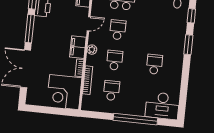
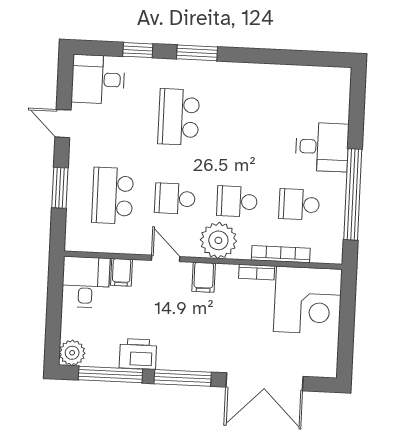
filing cabinet: (78, 47) -> (204, 277), width x0.50
plant: (92, 50) -> (218, 240), width x1.88, depth x1.88
school desk: (154, 64) -> (179, 117), moved, width x1.85
desk: (162, 106) -> (322, 147), moved, width x0.73
window: (135, 119) -> (353, 194), moved

